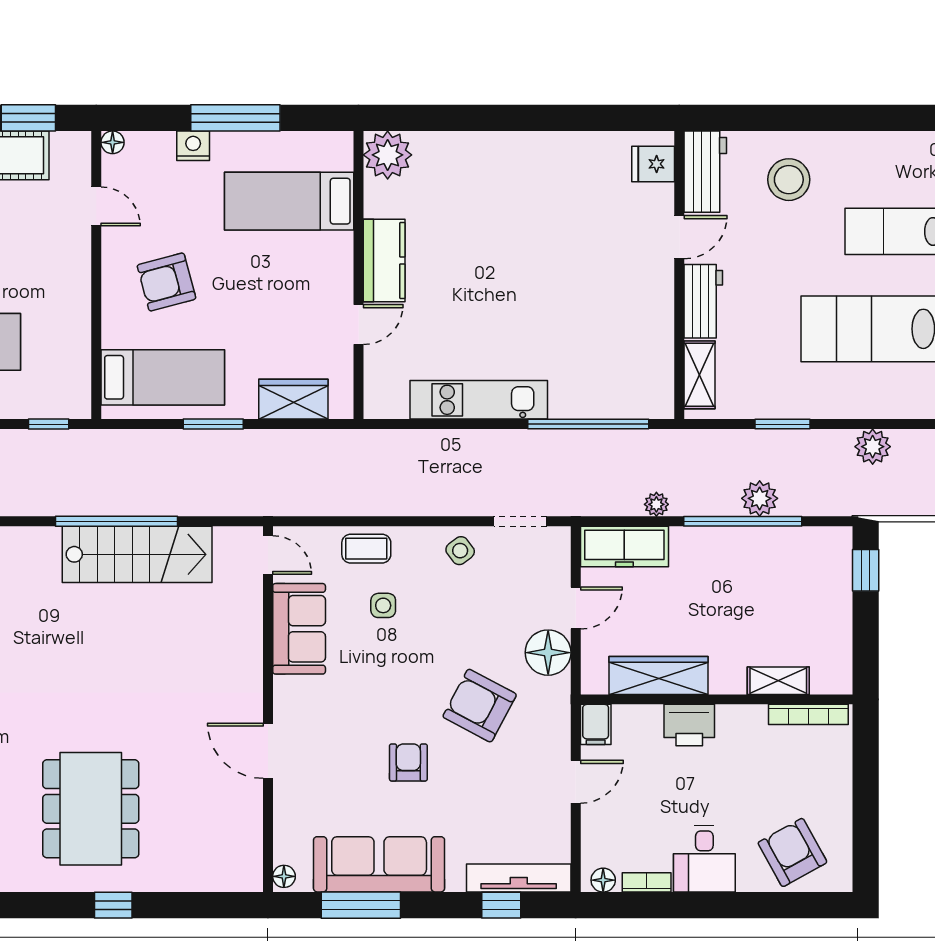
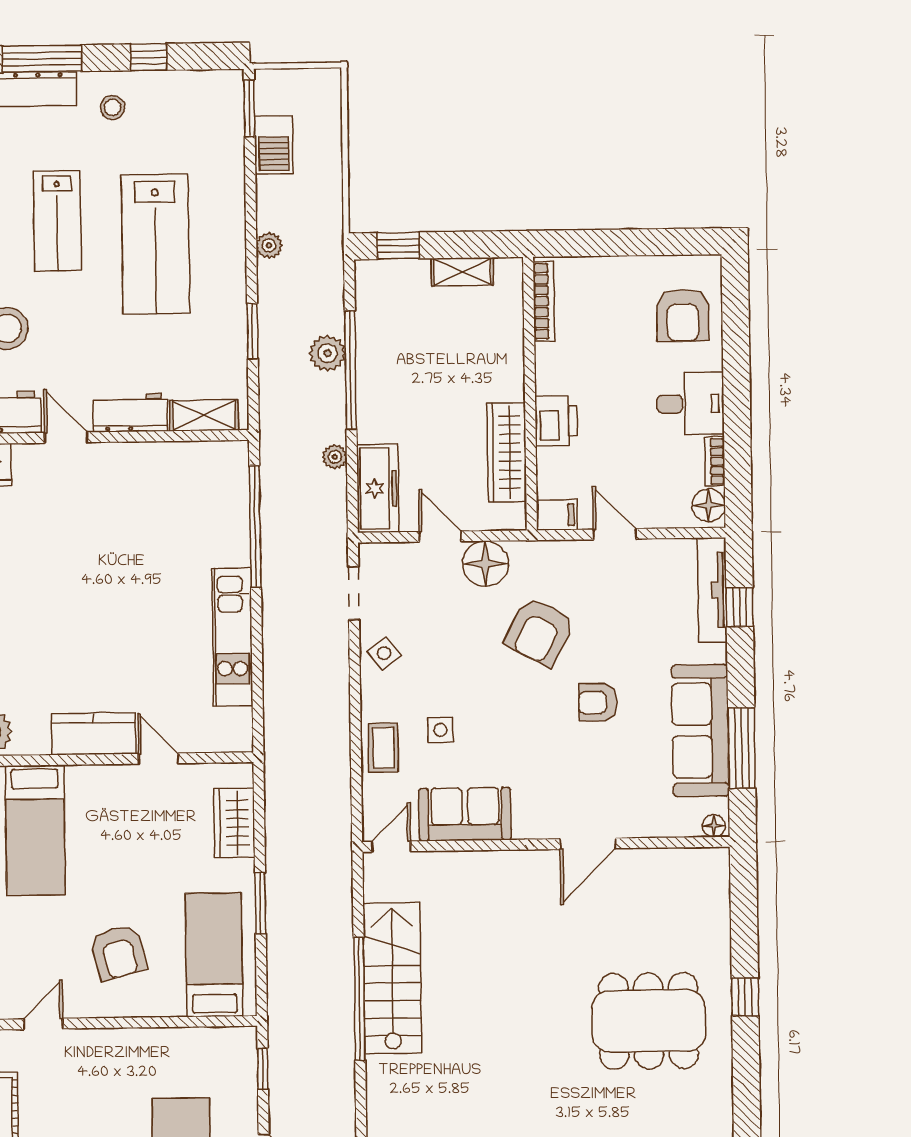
plant: (873, 447) -> (269, 245), width x0.73, depth x0.73
shelving: (778, 681) -> (462, 272), moved, turned 90
armchair: (792, 852) -> (683, 315), turned -61
floor lamp: (603, 880) -> (709, 505), width x1.37, depth x1.37

